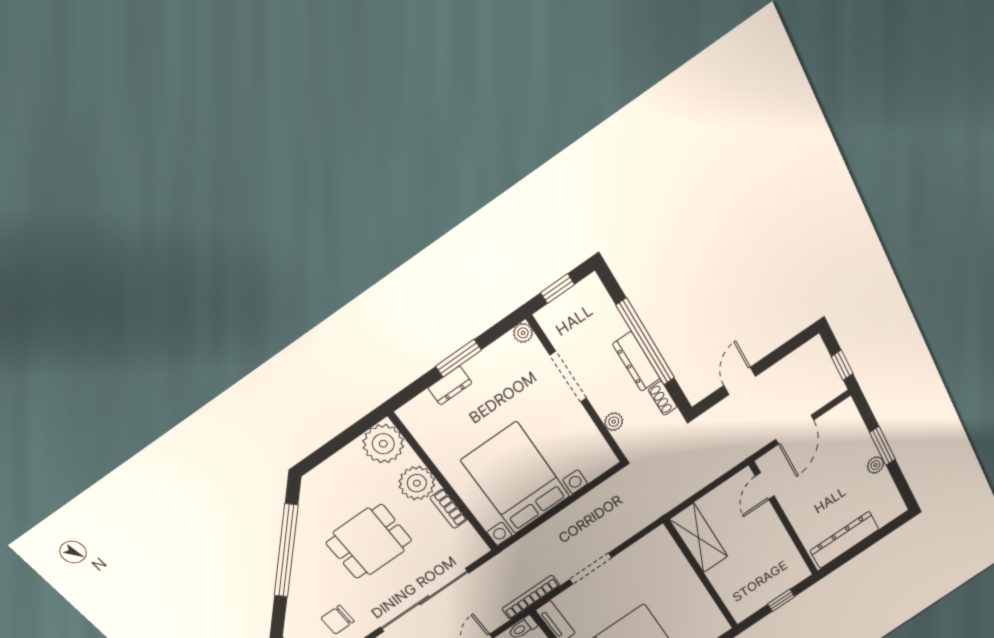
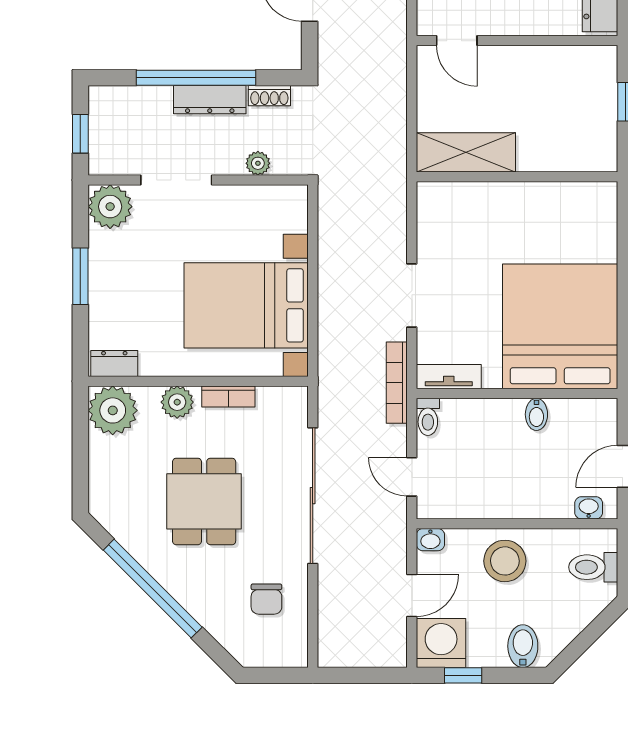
plant: (523, 333) -> (110, 207), width x1.87, depth x1.87
dresser: (450, 386) -> (114, 363), moved, turned -90
plant: (417, 483) -> (177, 402), width x0.73, depth x0.73

